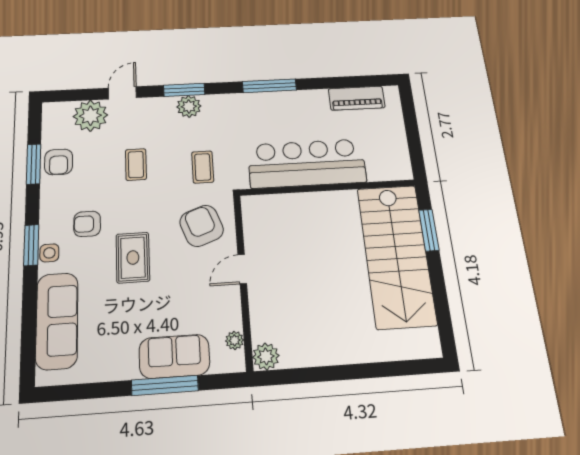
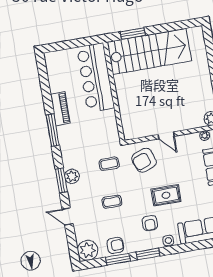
piano: (357, 98) -> (60, 109), moved
plant: (90, 116) -> (88, 250), moved
bar counter: (307, 163) -> (96, 78), moved
window: (31, 245) -> (148, 254), moved

